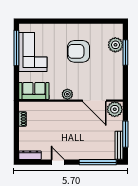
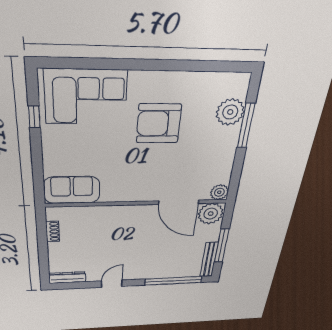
window: (16, 48) -> (34, 117), width x0.32
corner sofa: (33, 52) -> (86, 97), moved, turned 90
plant: (67, 94) -> (219, 192), moved
door: (58, 162) -> (112, 284), hinge flipped

